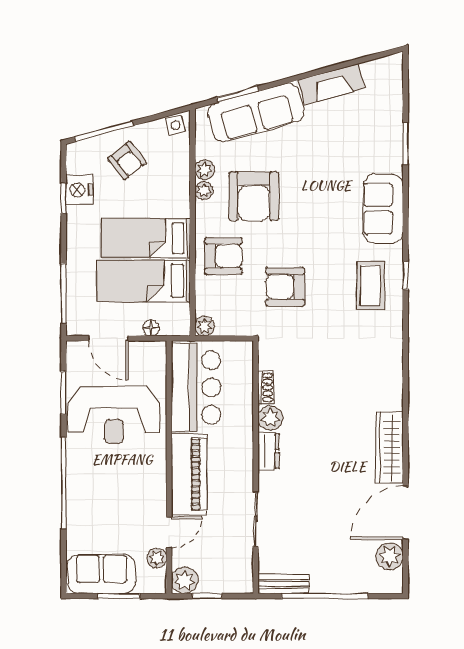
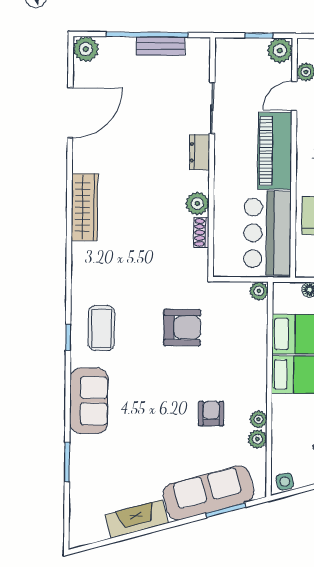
armchair: (254, 196) -> (211, 414), width x0.53, depth x0.53
armchair: (224, 256) -> (240, 357), removed
wardrobe: (389, 447) -> (85, 207), moved
dresser: (269, 451) -> (199, 152), moved
plant: (390, 556) -> (86, 49), moved
bench: (283, 584) -> (161, 46), moved

